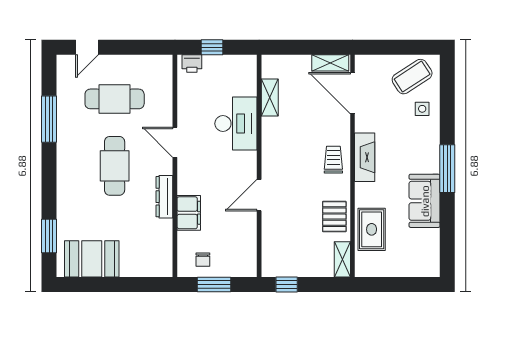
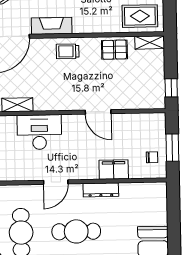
fireplace: (365, 157) -> (52, 26), moved
rug: (372, 229) -> (140, 16), moved

